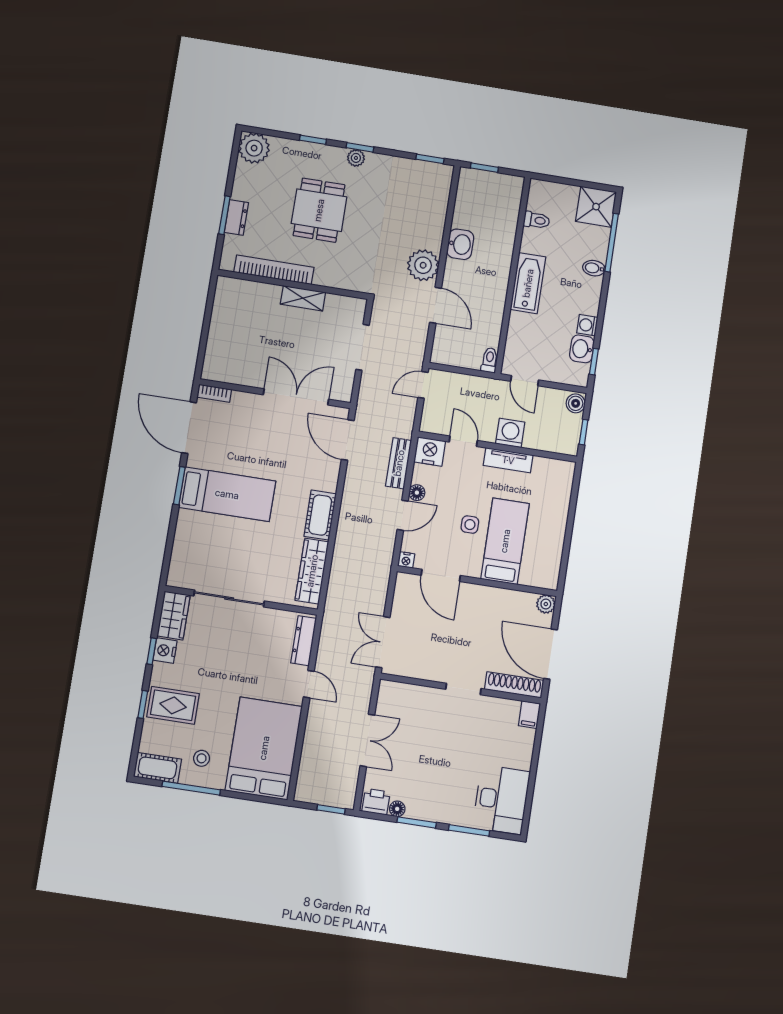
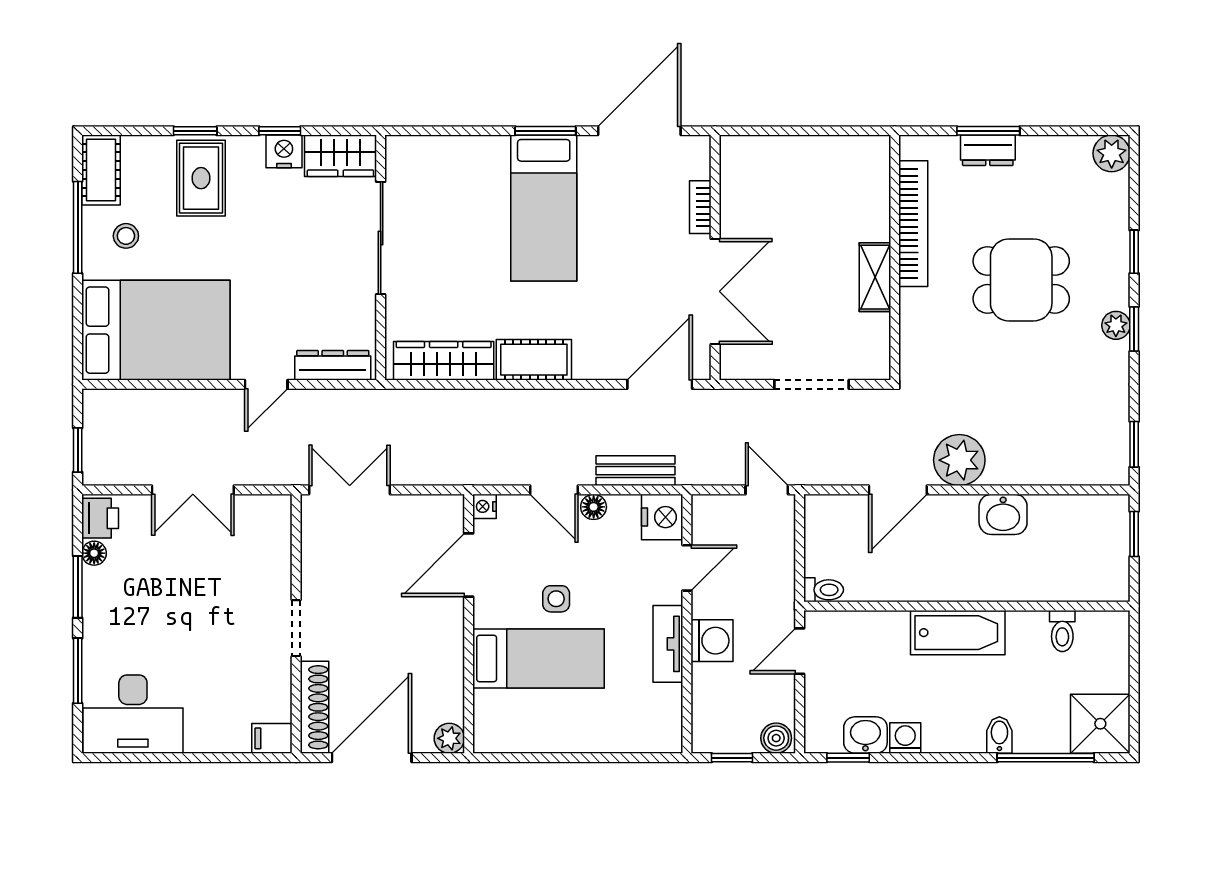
plant: (254, 148) -> (1112, 153), width x0.73, depth x0.73
bookcase: (214, 393) -> (700, 207), moved

